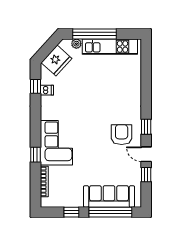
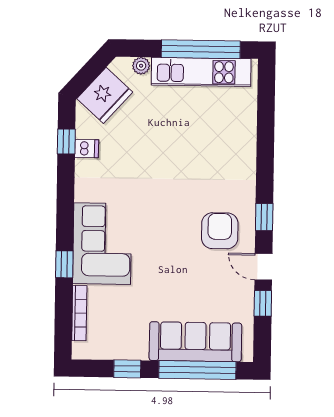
window: (94, 34) -> (201, 49), moved

